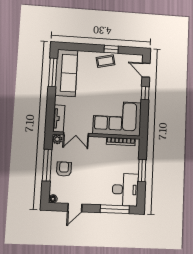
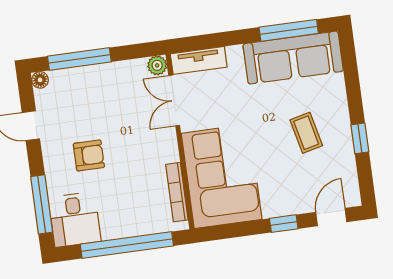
coffee table: (106, 61) -> (306, 133), moved
window: (47, 165) -> (79, 59), moved
armchair: (64, 169) -> (89, 155), moved
window: (142, 171) -> (127, 245), width x2.11
desk: (125, 190) -> (75, 219), width x0.73

